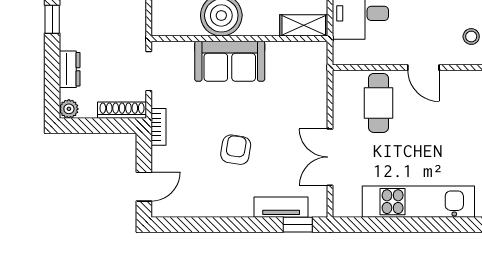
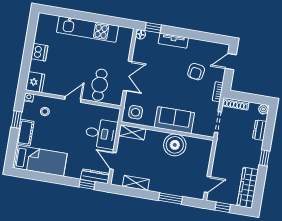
side table: (304, 63) -> (136, 112), added
door: (423, 68) -> (73, 99), hinge flipped
armchair: (236, 150) -> (196, 72), moved
double door: (330, 157) -> (127, 76), moved
tv unit: (281, 207) -> (173, 41), moved
floor lamp: (319, 209) -> (141, 34), added

